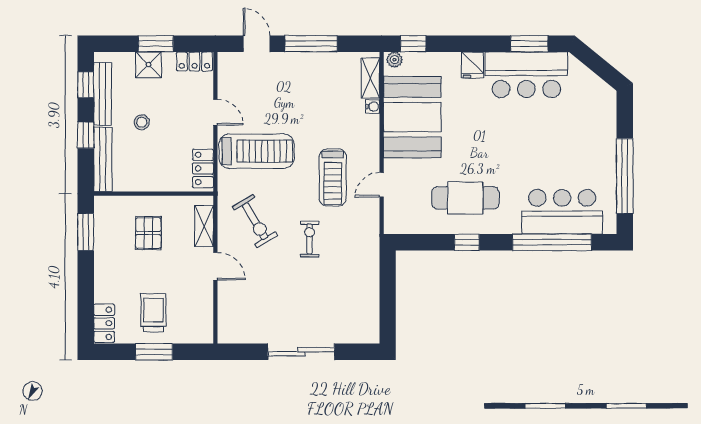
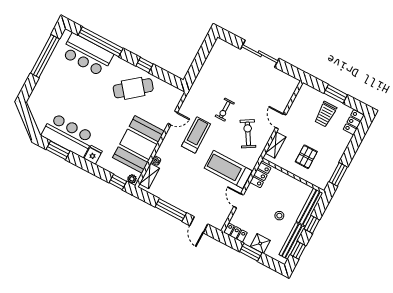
cafe table: (465, 198) -> (133, 88), turned -39

